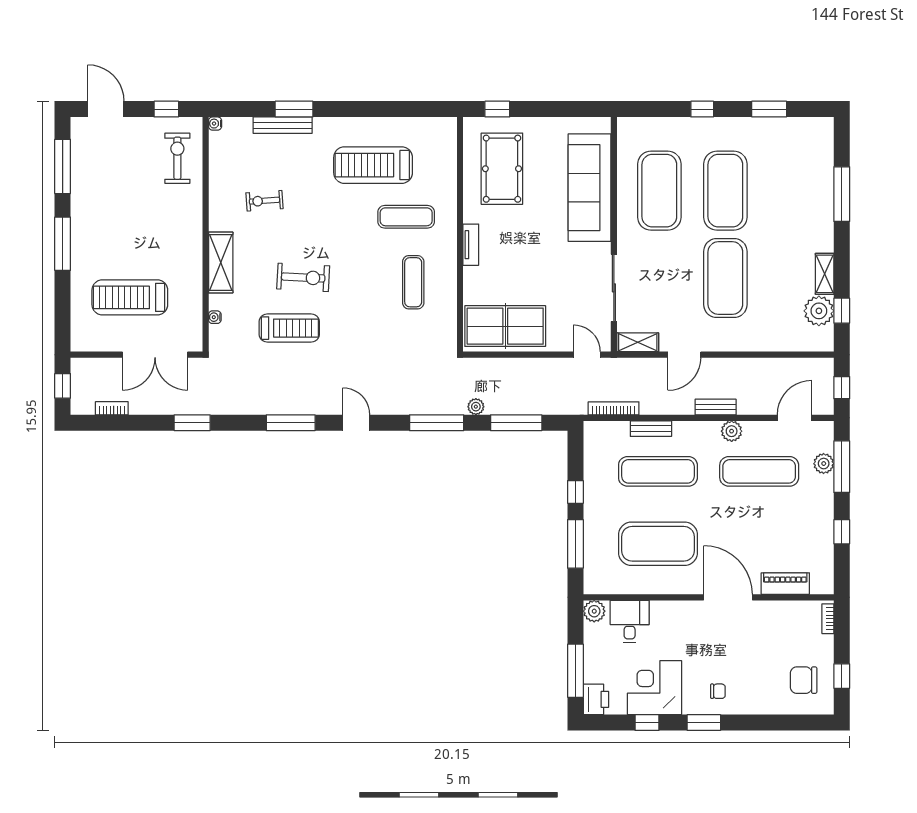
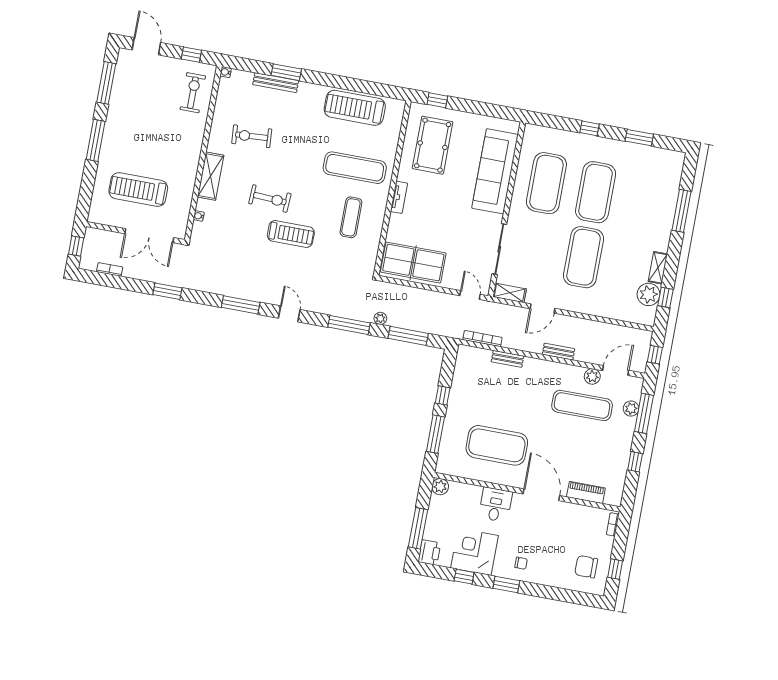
treadmill: (373, 165) -> (355, 108), moved
exercise bike: (264, 201) -> (252, 136), width x1.38, depth x1.39
exercise mat: (406, 217) -> (355, 168), width x1.36, depth x1.45
treadmill: (289, 328) -> (291, 234), moved
plant: (732, 431) -> (592, 376), moved
exercise mat: (658, 471) -> (507, 392), removed
desk: (630, 621) -> (495, 505), moved

